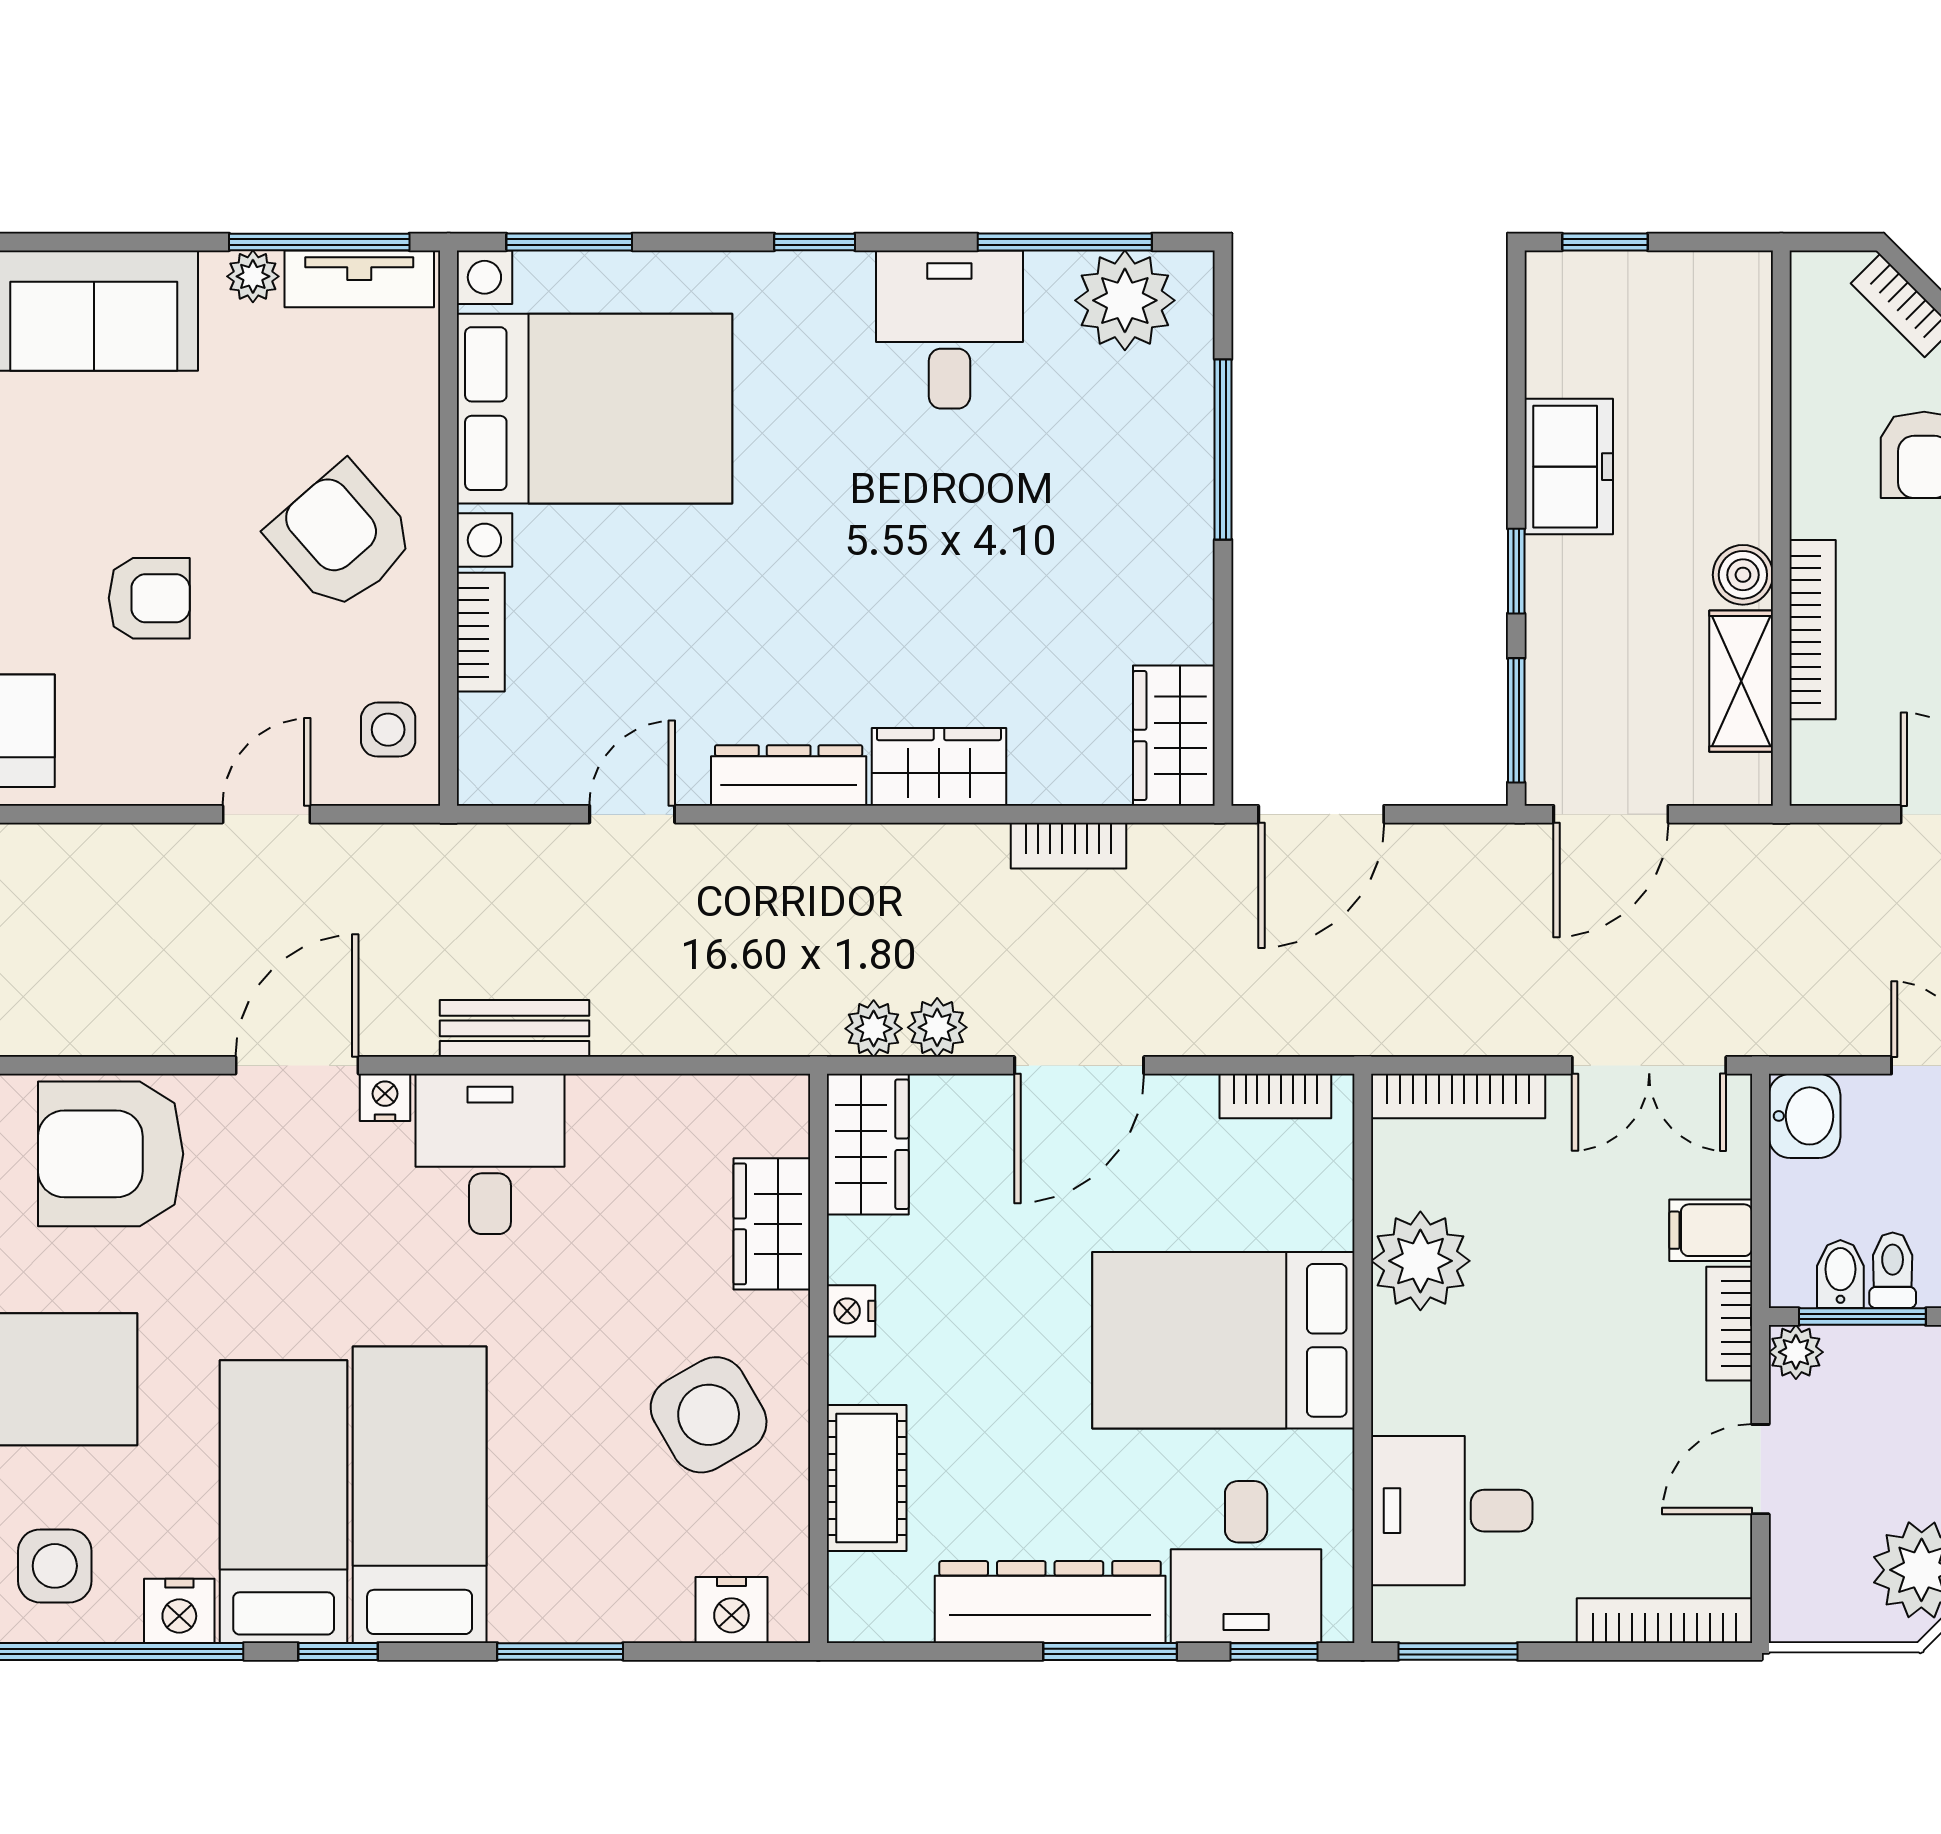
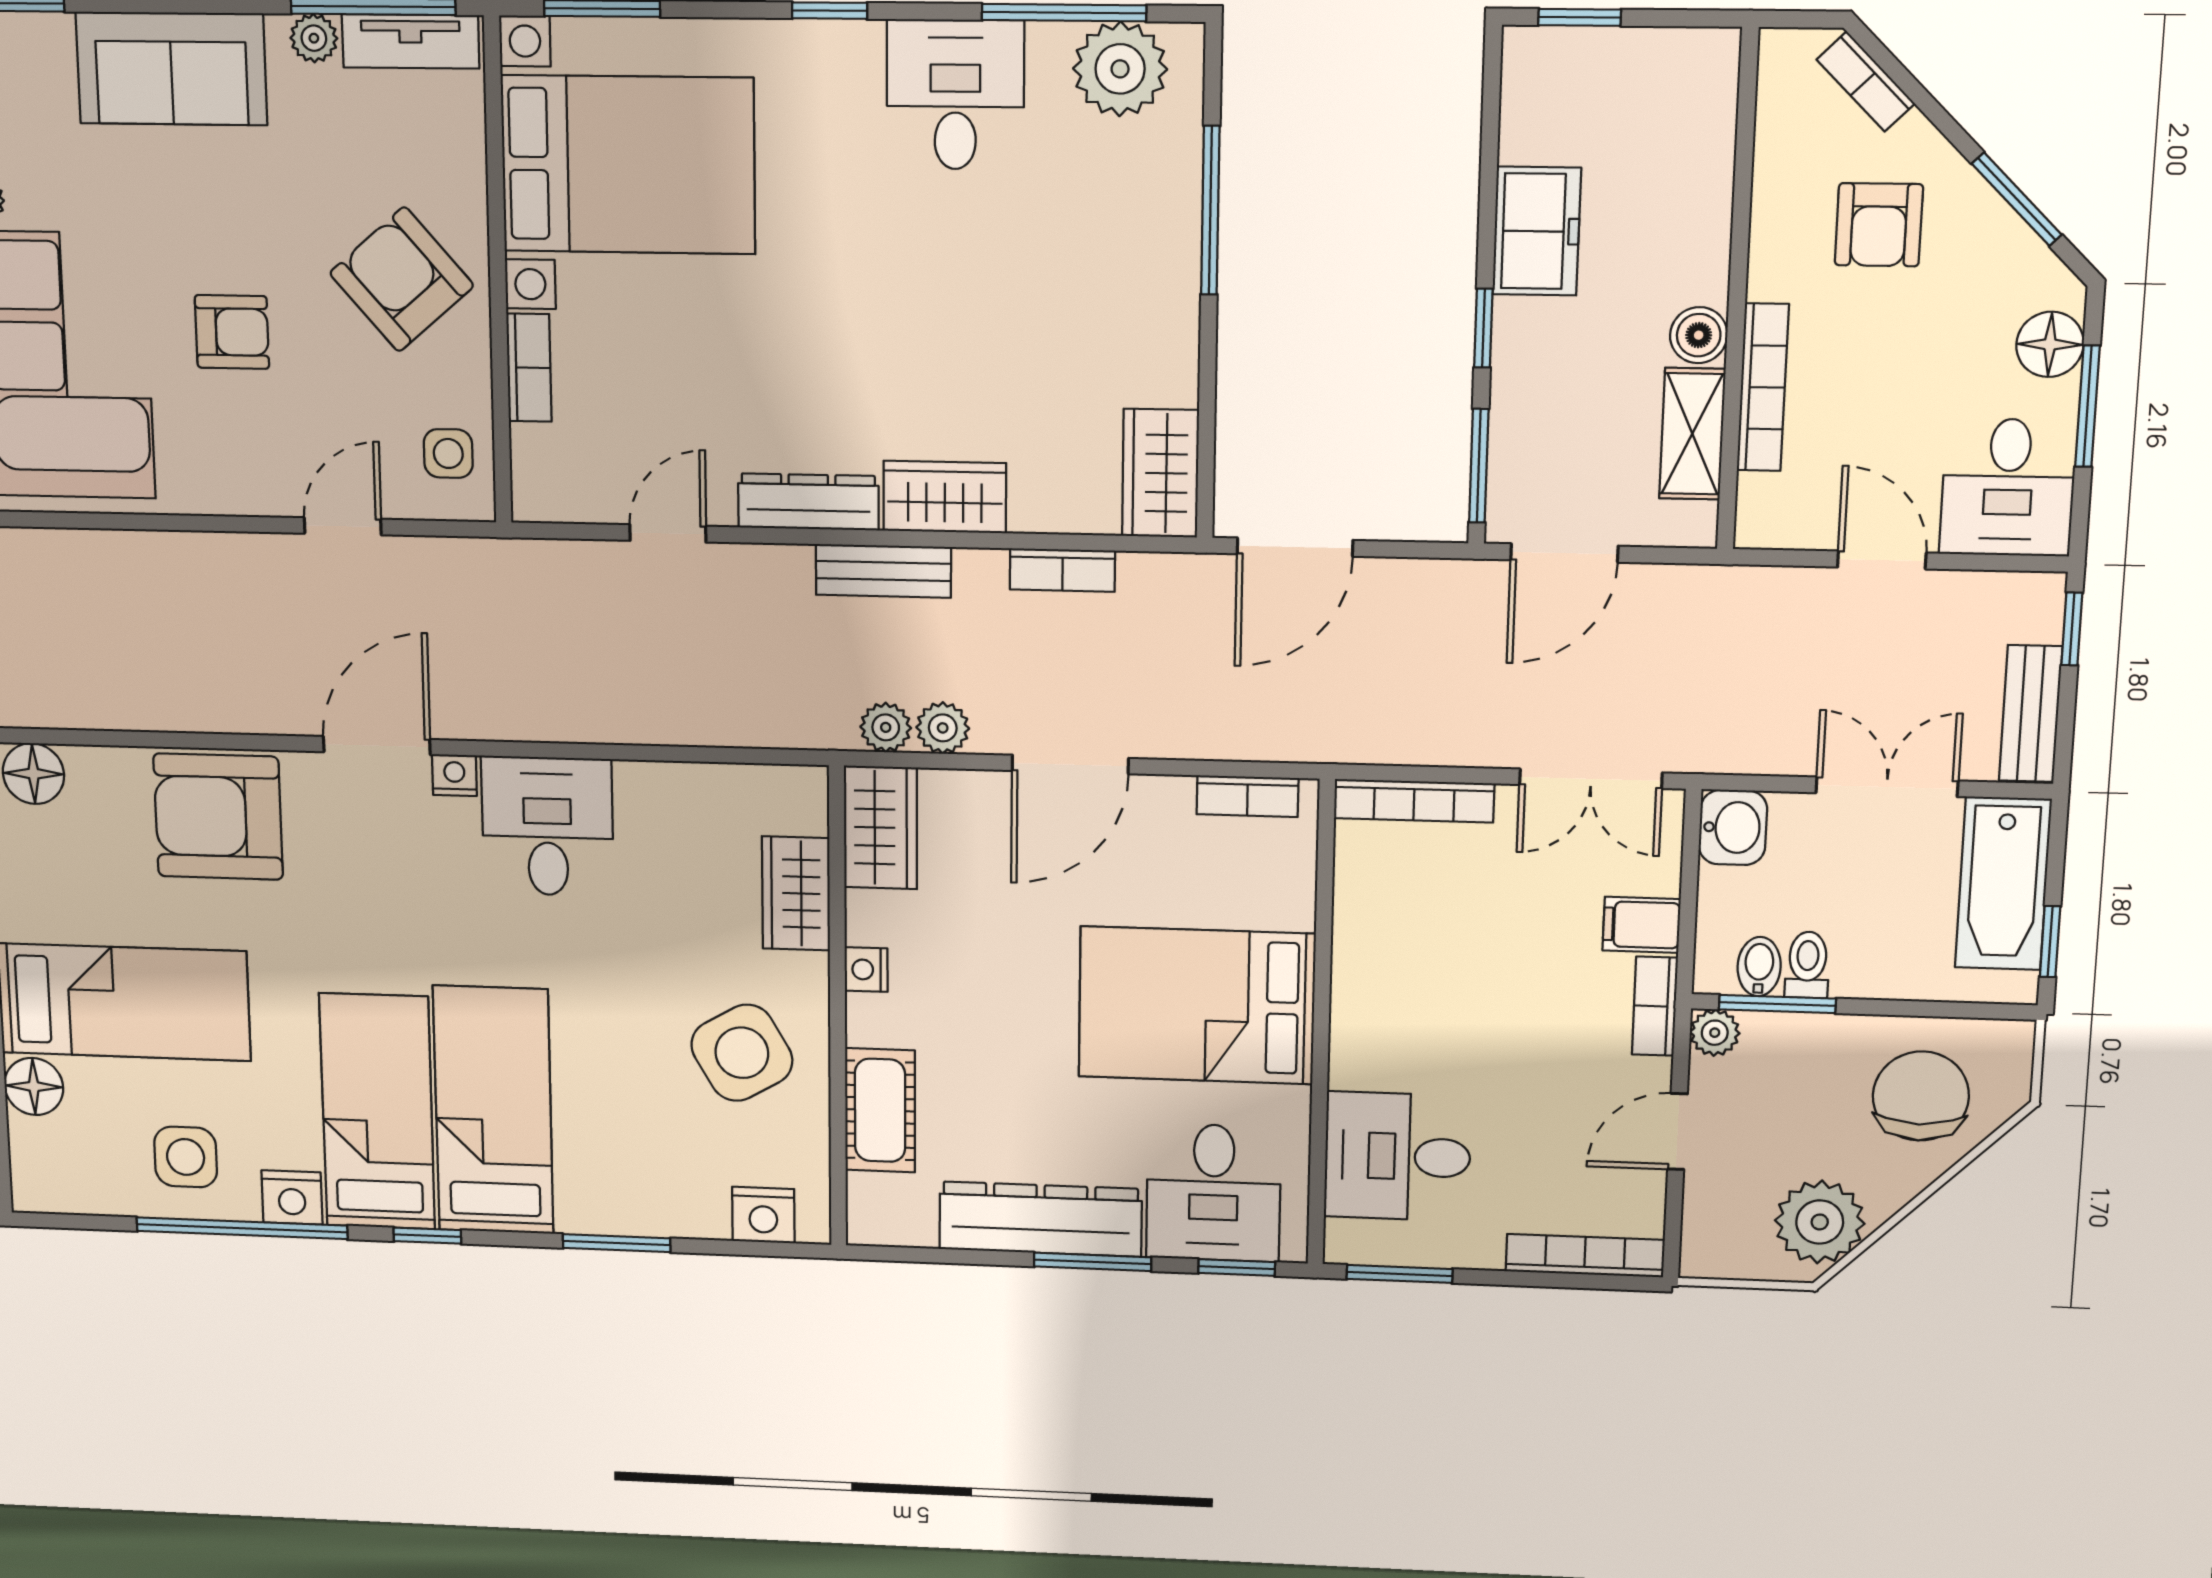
bench: (515, 1028) -> (883, 571), moved
plant: (1420, 1261) -> (1376, 943), removed

